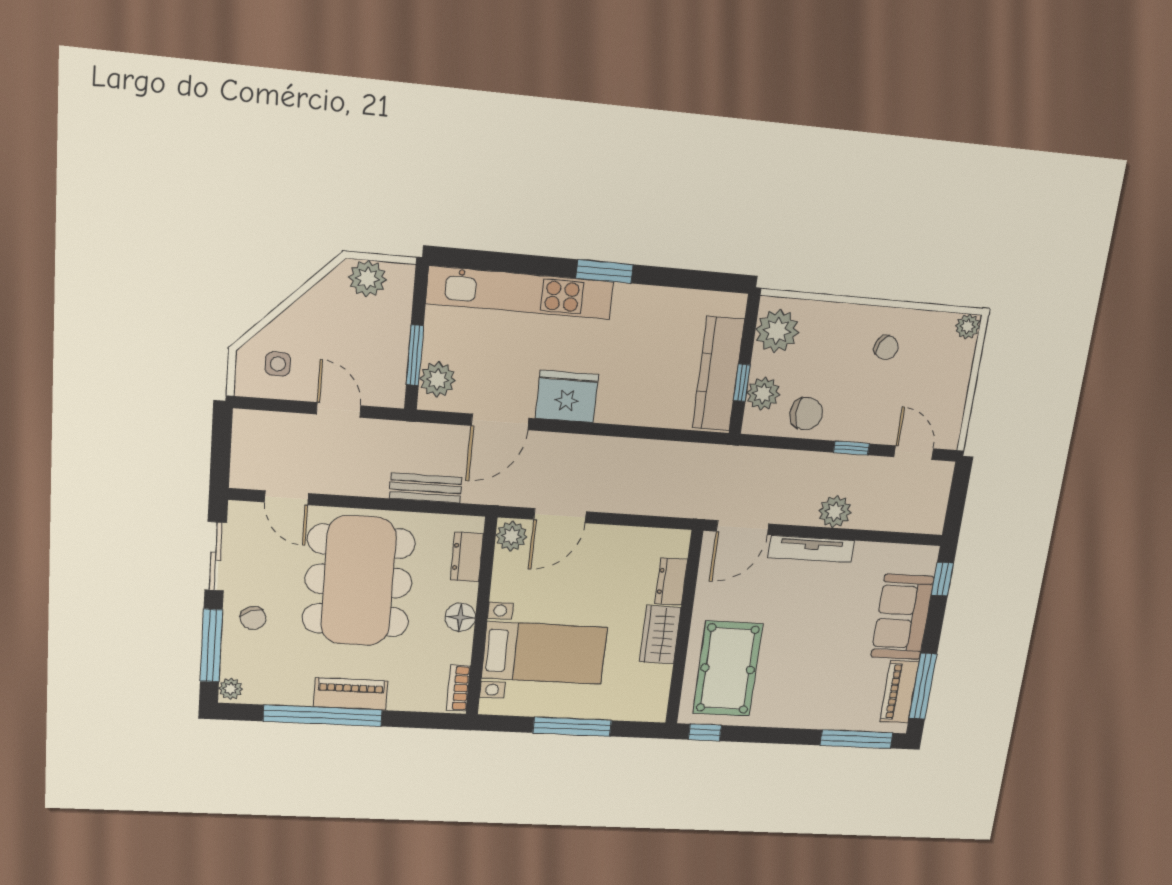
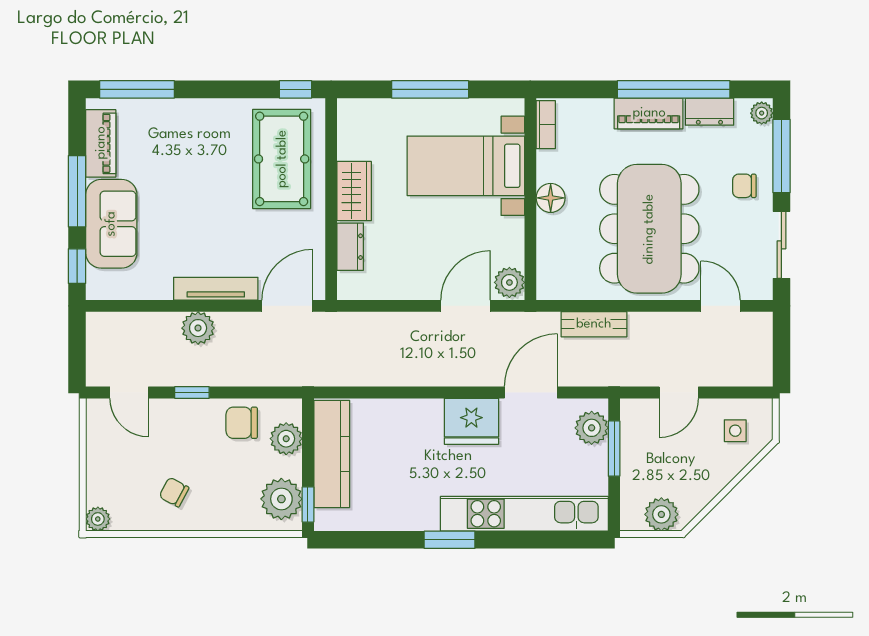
window: (742, 383) -> (308, 505), moved
door: (339, 410) -> (679, 393), hinge flipped
dresser: (467, 557) -> (709, 112), moved, turned 90
chair: (253, 618) -> (744, 186), turned -69
window: (923, 686) -> (77, 191), moved

